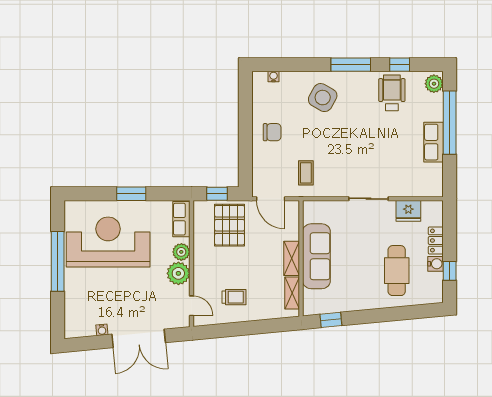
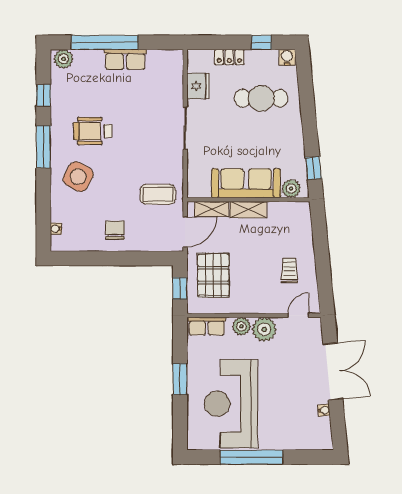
wheelchair: (392, 93) -> (93, 131), moved
coffee table: (306, 173) -> (158, 194), width x1.36, depth x1.30
pallet: (230, 225) -> (213, 275), turned 90
water cooler: (436, 264) -> (287, 57), moved
shelving: (292, 293) -> (212, 209), moved
plant: (311, 299) -> (291, 189), added

